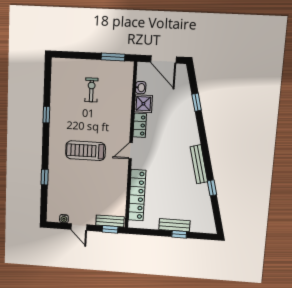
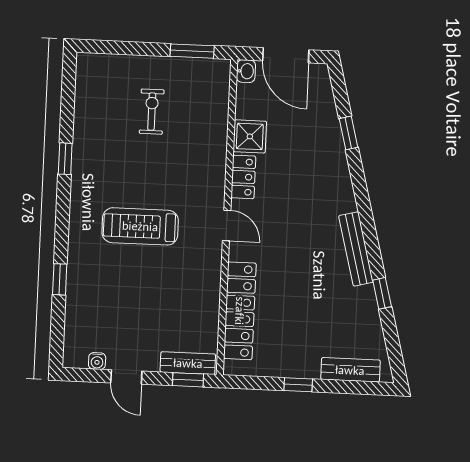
washbasin: (141, 88) -> (246, 71), moved
door: (131, 151) -> (227, 225), swing flipped
bench: (174, 225) -> (350, 370), moved
window: (179, 234) -> (298, 385), moved

